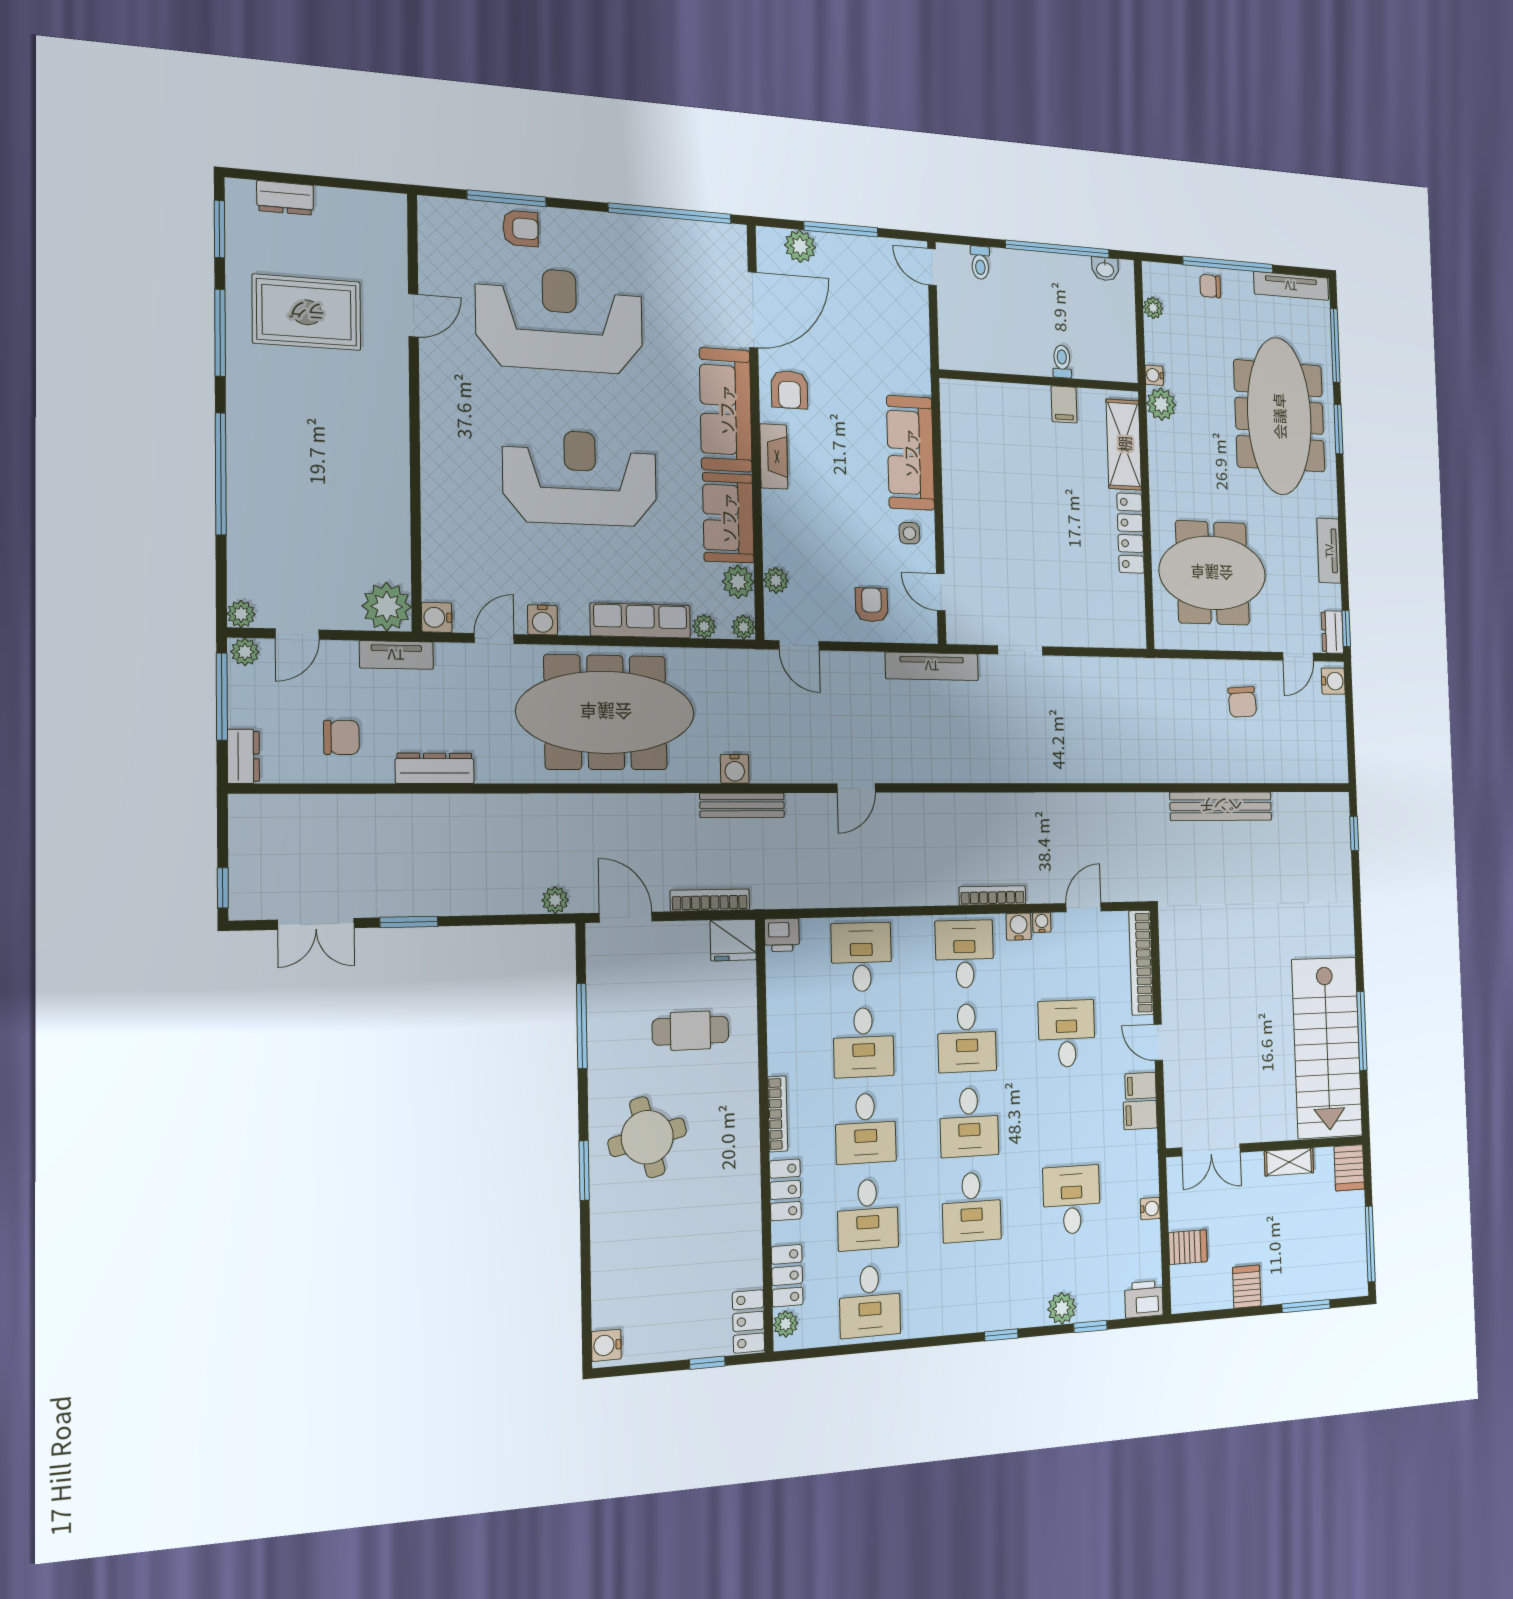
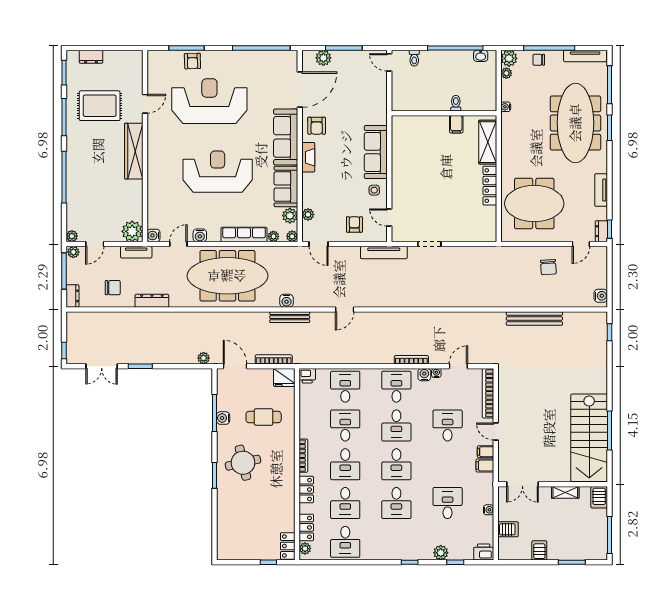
armchair: (521, 228) -> (192, 61), turned 88
plant: (1161, 404) -> (509, 58), moved
wardrobe: (388, 422) -> (134, 151), added
water cooler: (1333, 681) -> (601, 296), moved
desk: (864, 1042) -> (345, 425), turned 180
water cooler: (606, 1345) -> (223, 418), moved

